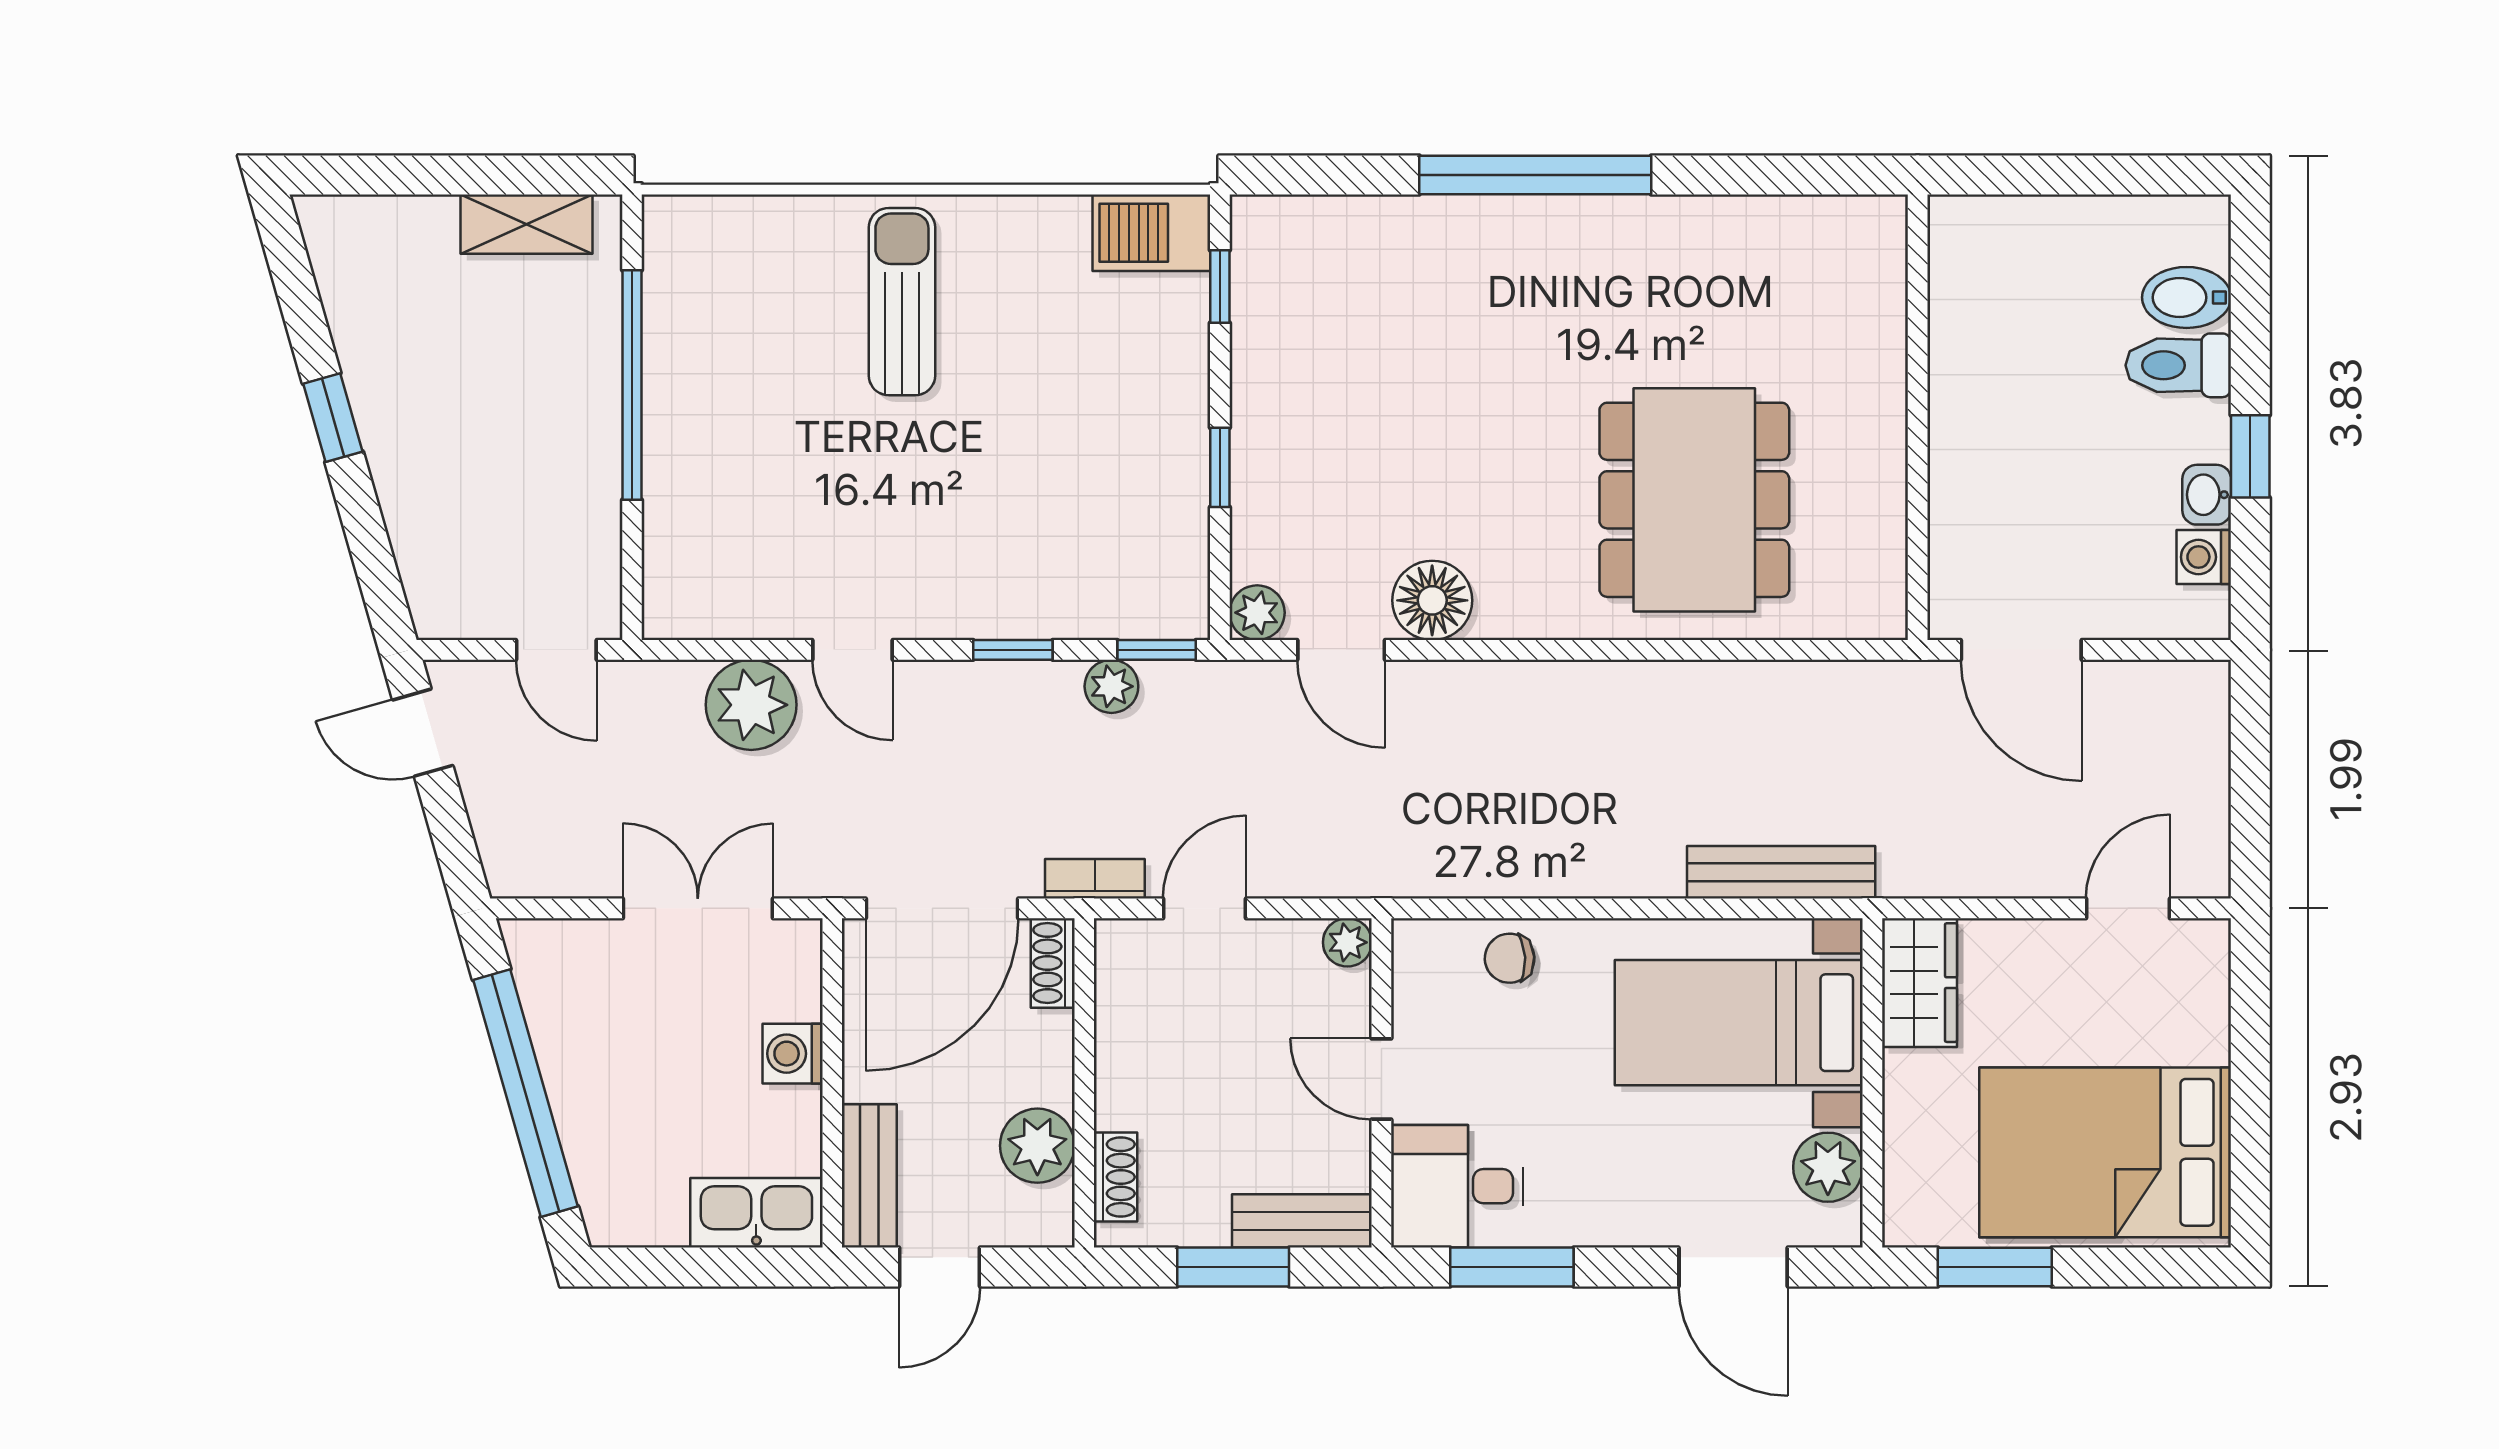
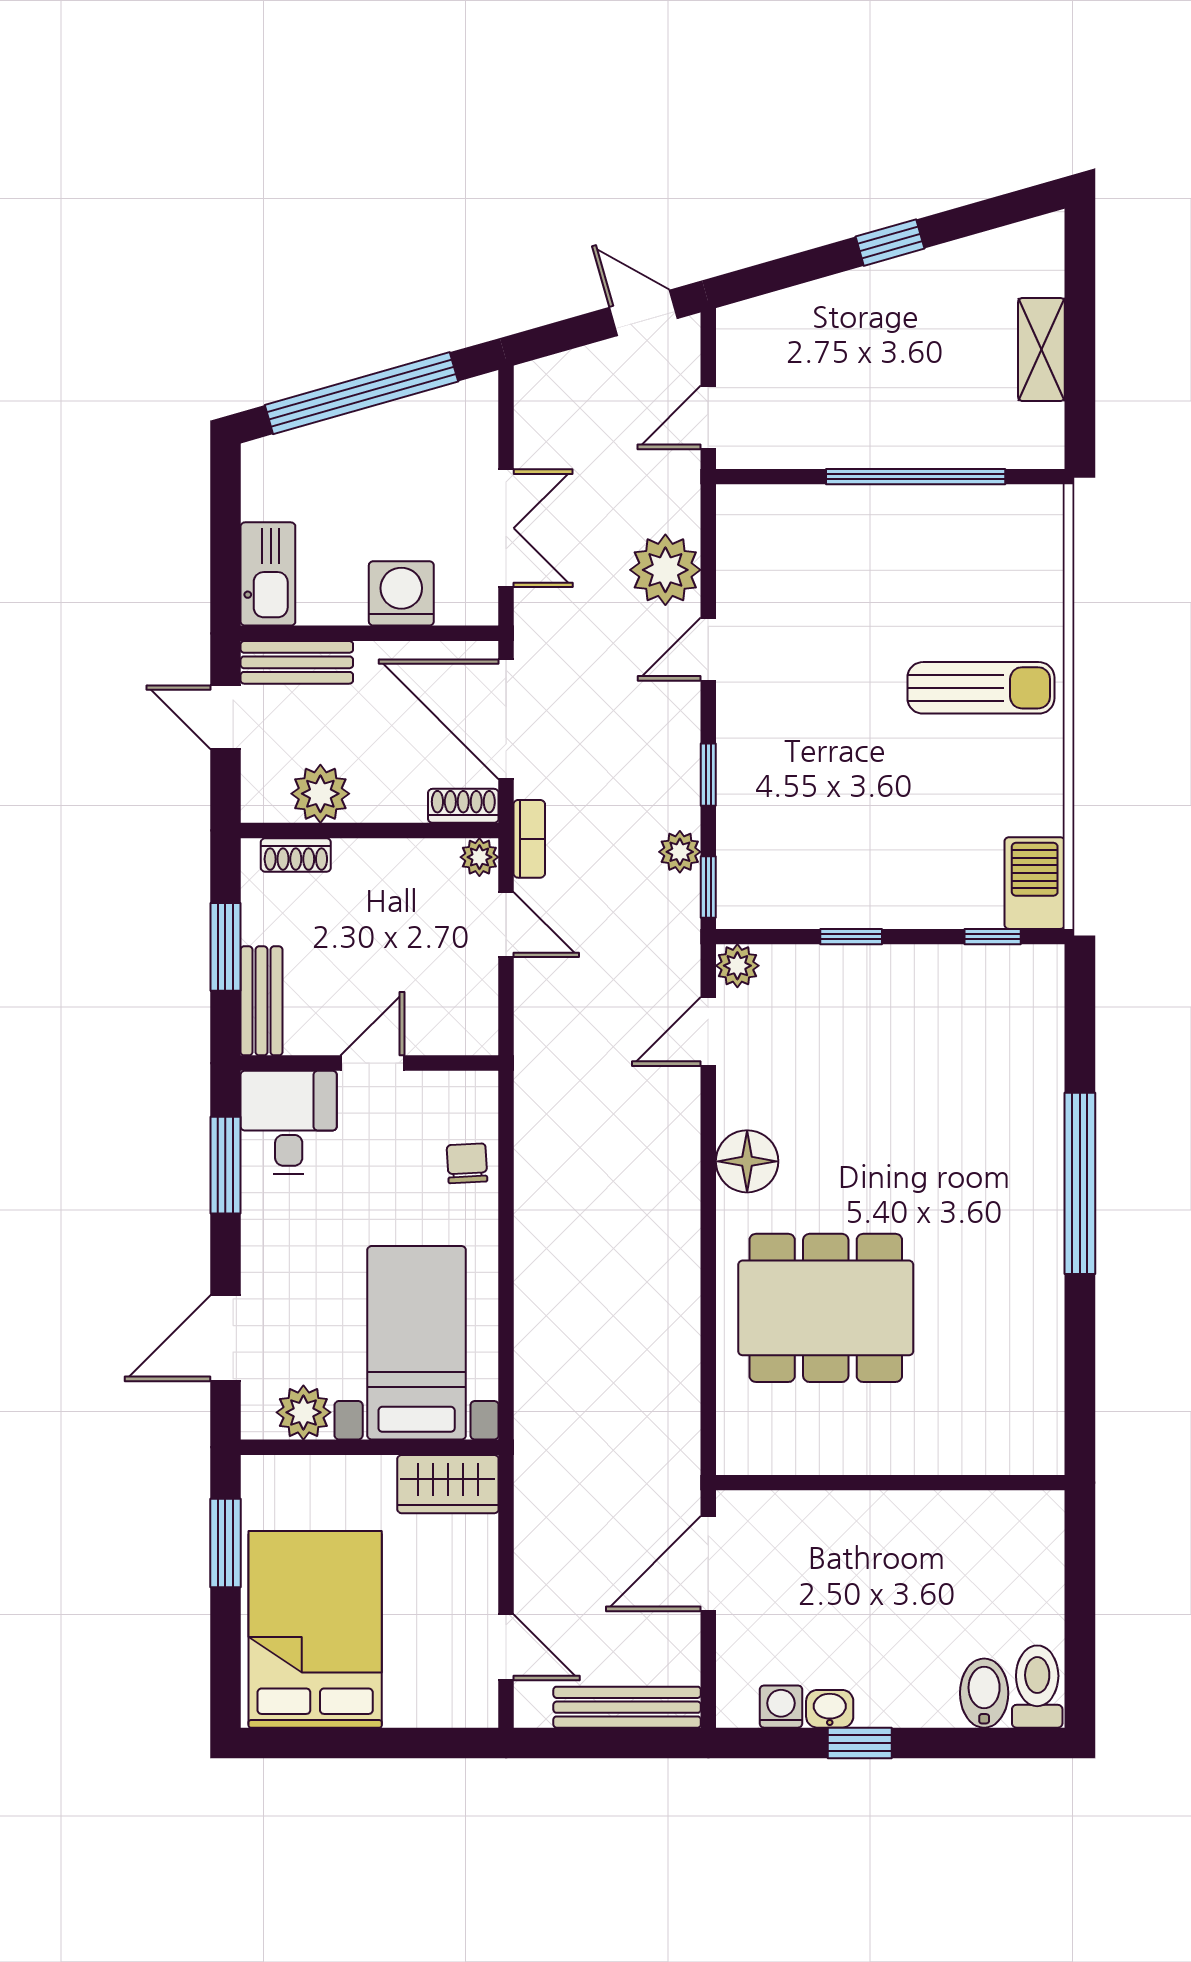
shelving: (527, 224) -> (1041, 349), moved
toilet: (2178, 365) -> (1037, 1687), moved
floor lamp: (1432, 600) -> (747, 1161), moved
door: (423, 733) -> (644, 313), hinge flipped
bench: (1781, 872) -> (627, 1707), moved, turned 90
plant: (1347, 942) -> (479, 857), moved
washing machine: (793, 1054) -> (401, 593), width x1.38, depth x1.38

